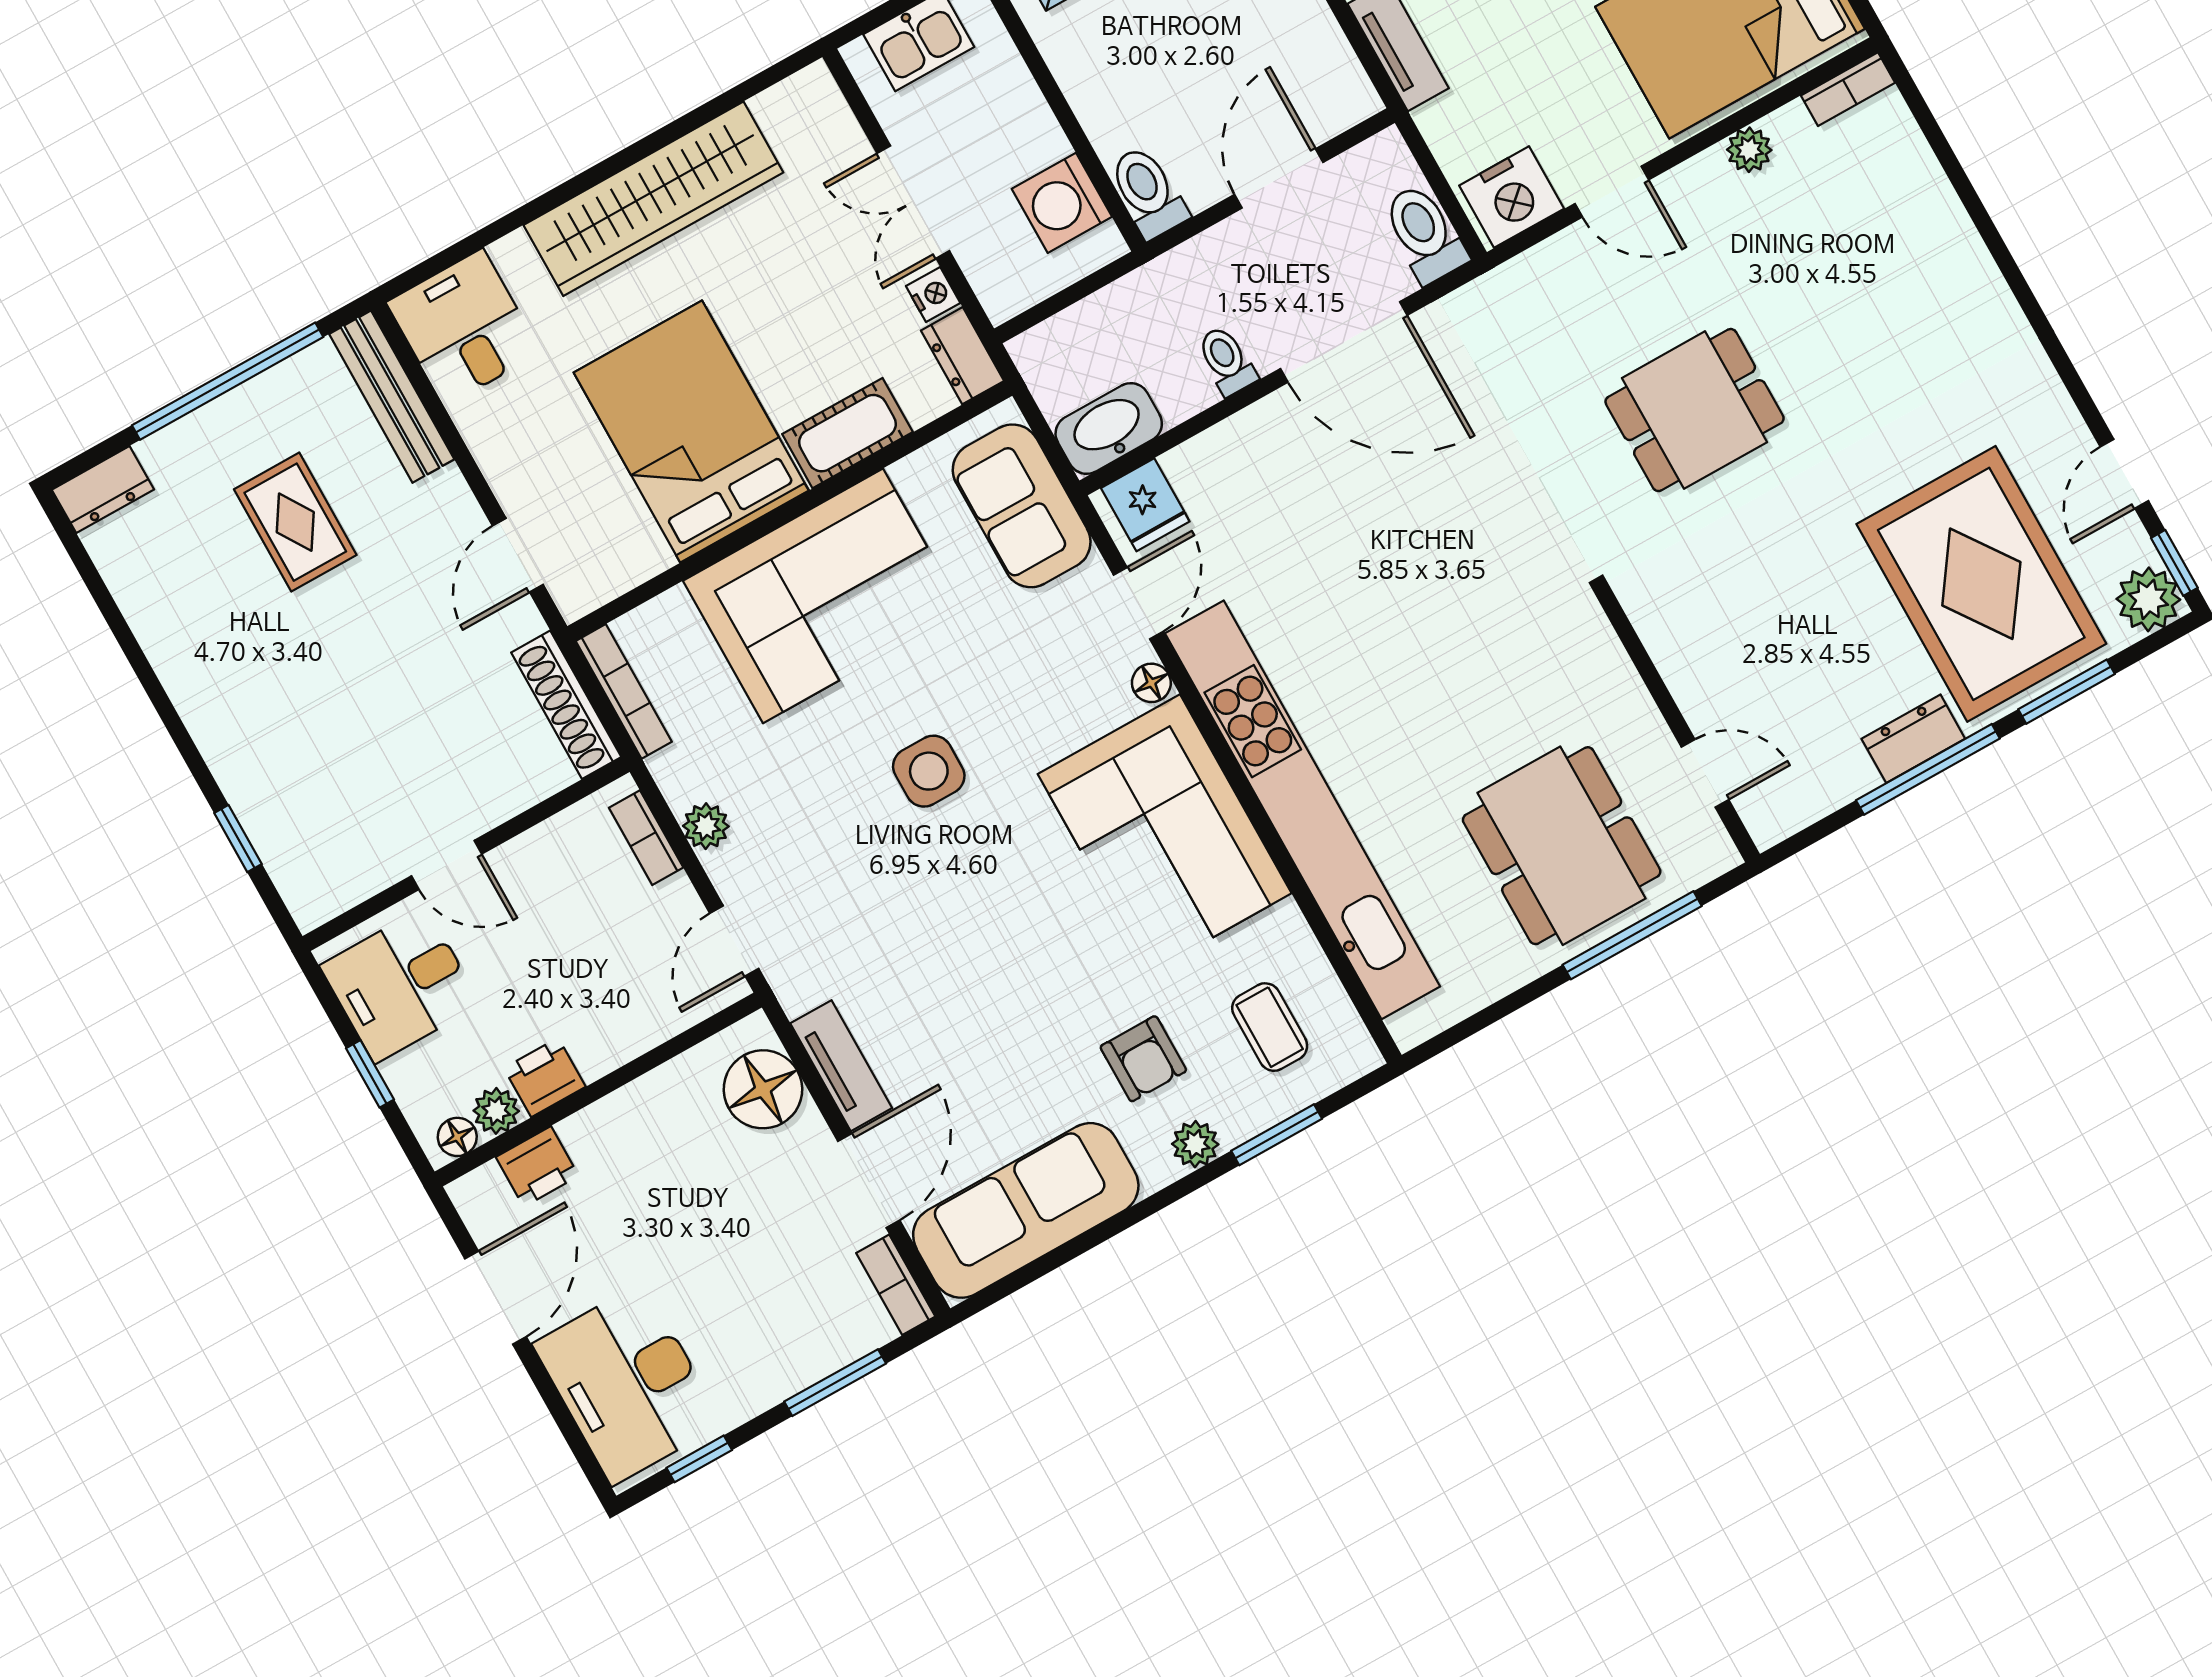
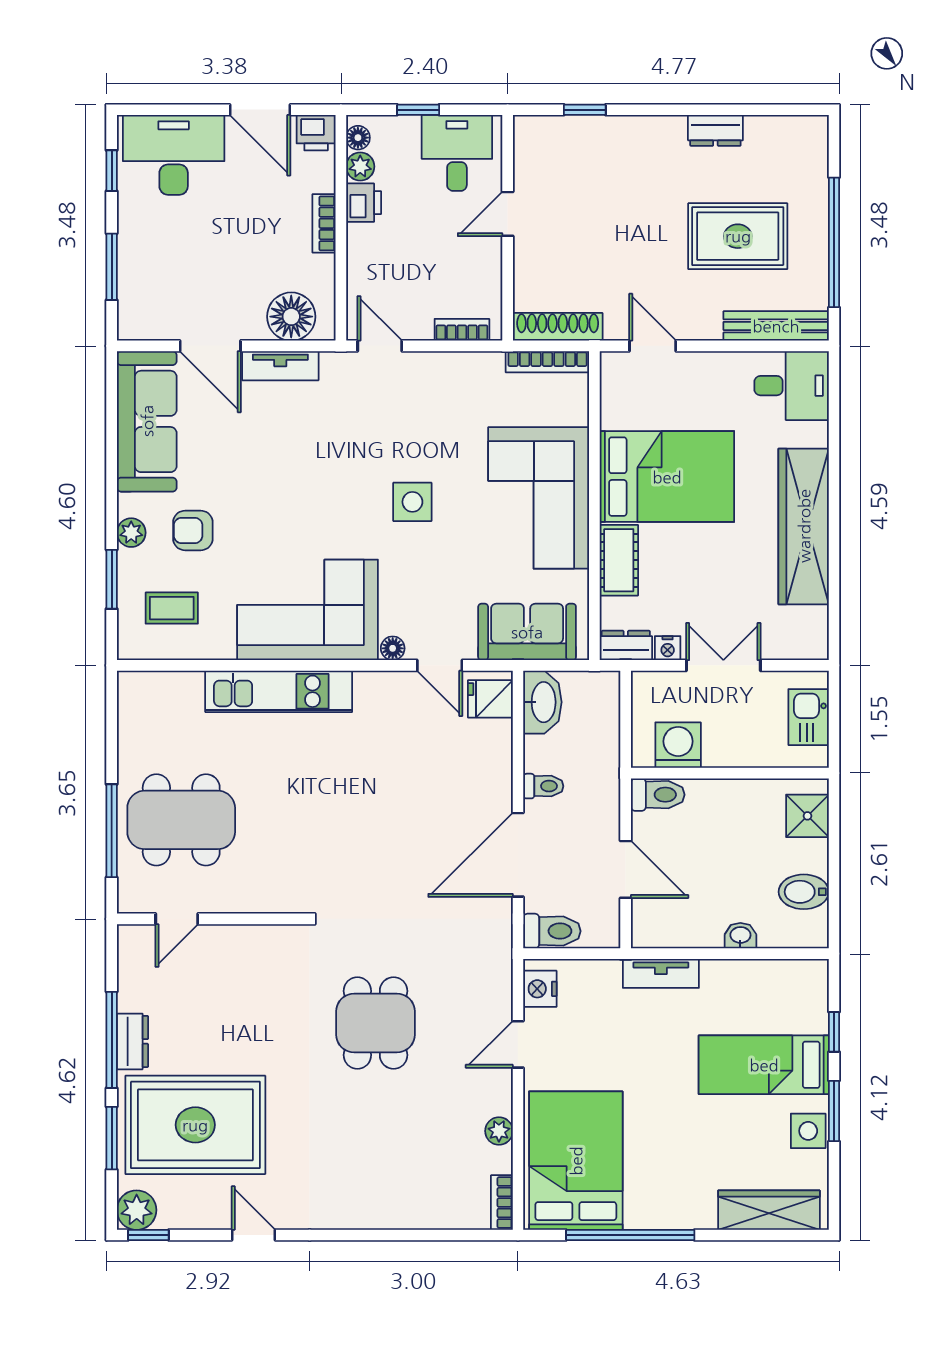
nightstand: (1512, 197) -> (540, 989), width x0.74, depth x0.75
door: (2124, 474) -> (253, 1235), moved
dresser: (103, 490) -> (715, 130), moved, turned -90
rug: (295, 522) -> (738, 236), width x1.36, depth x1.43
kitchen unit: (1303, 810) -> (279, 691), width x0.54
plant: (706, 826) -> (450, 365), removed
printer: (537, 1166) -> (316, 133), moved, turned -90
bookcase: (896, 1285) -> (324, 223), moved, turned -90

